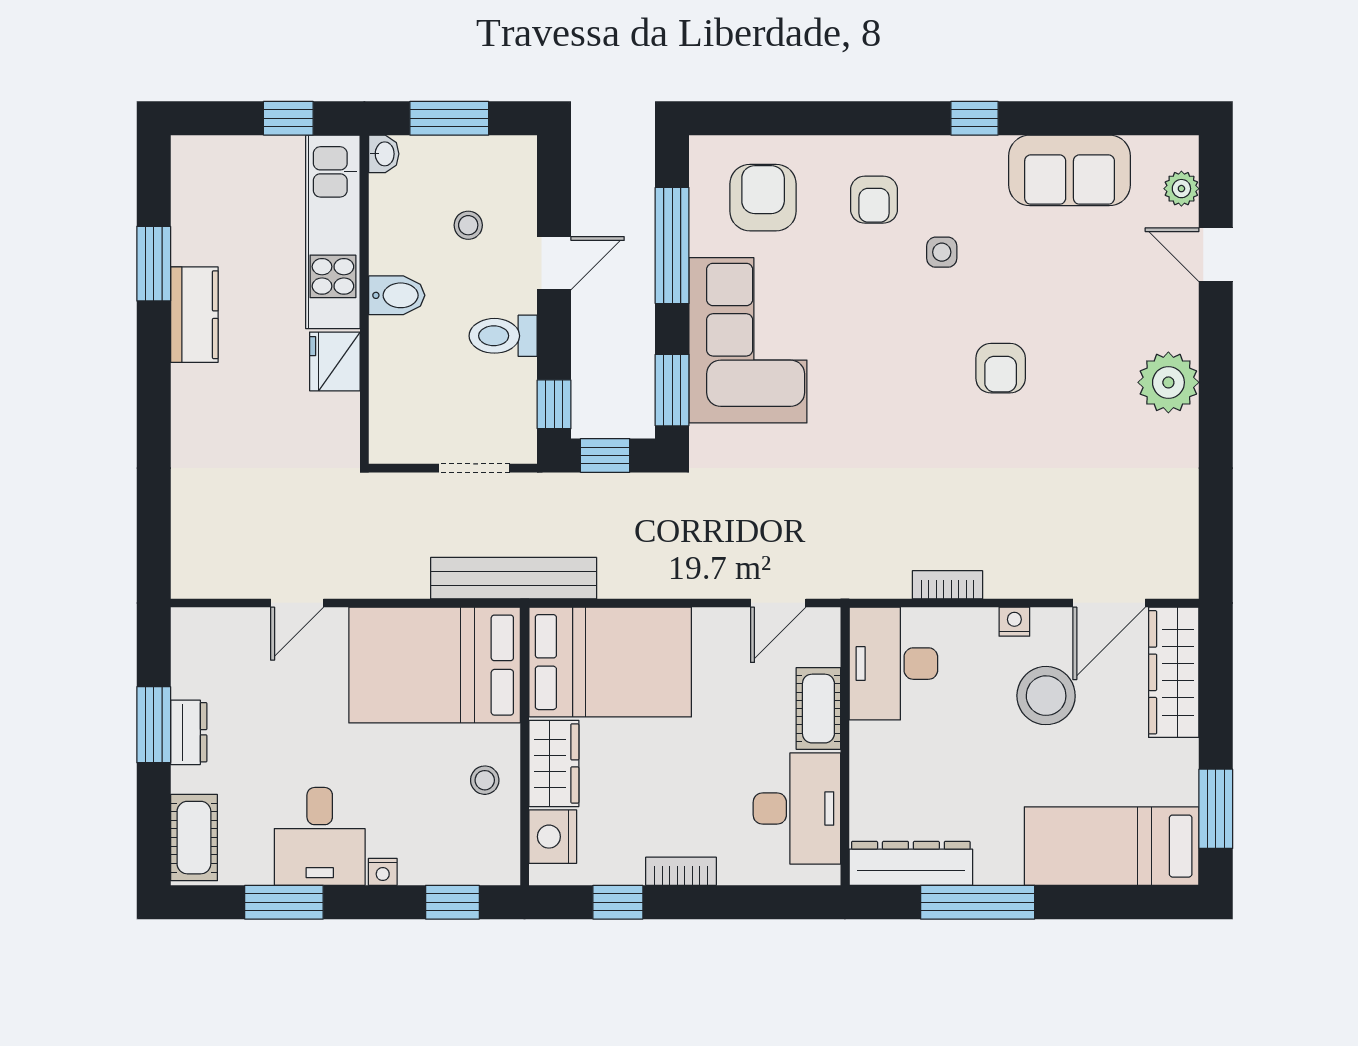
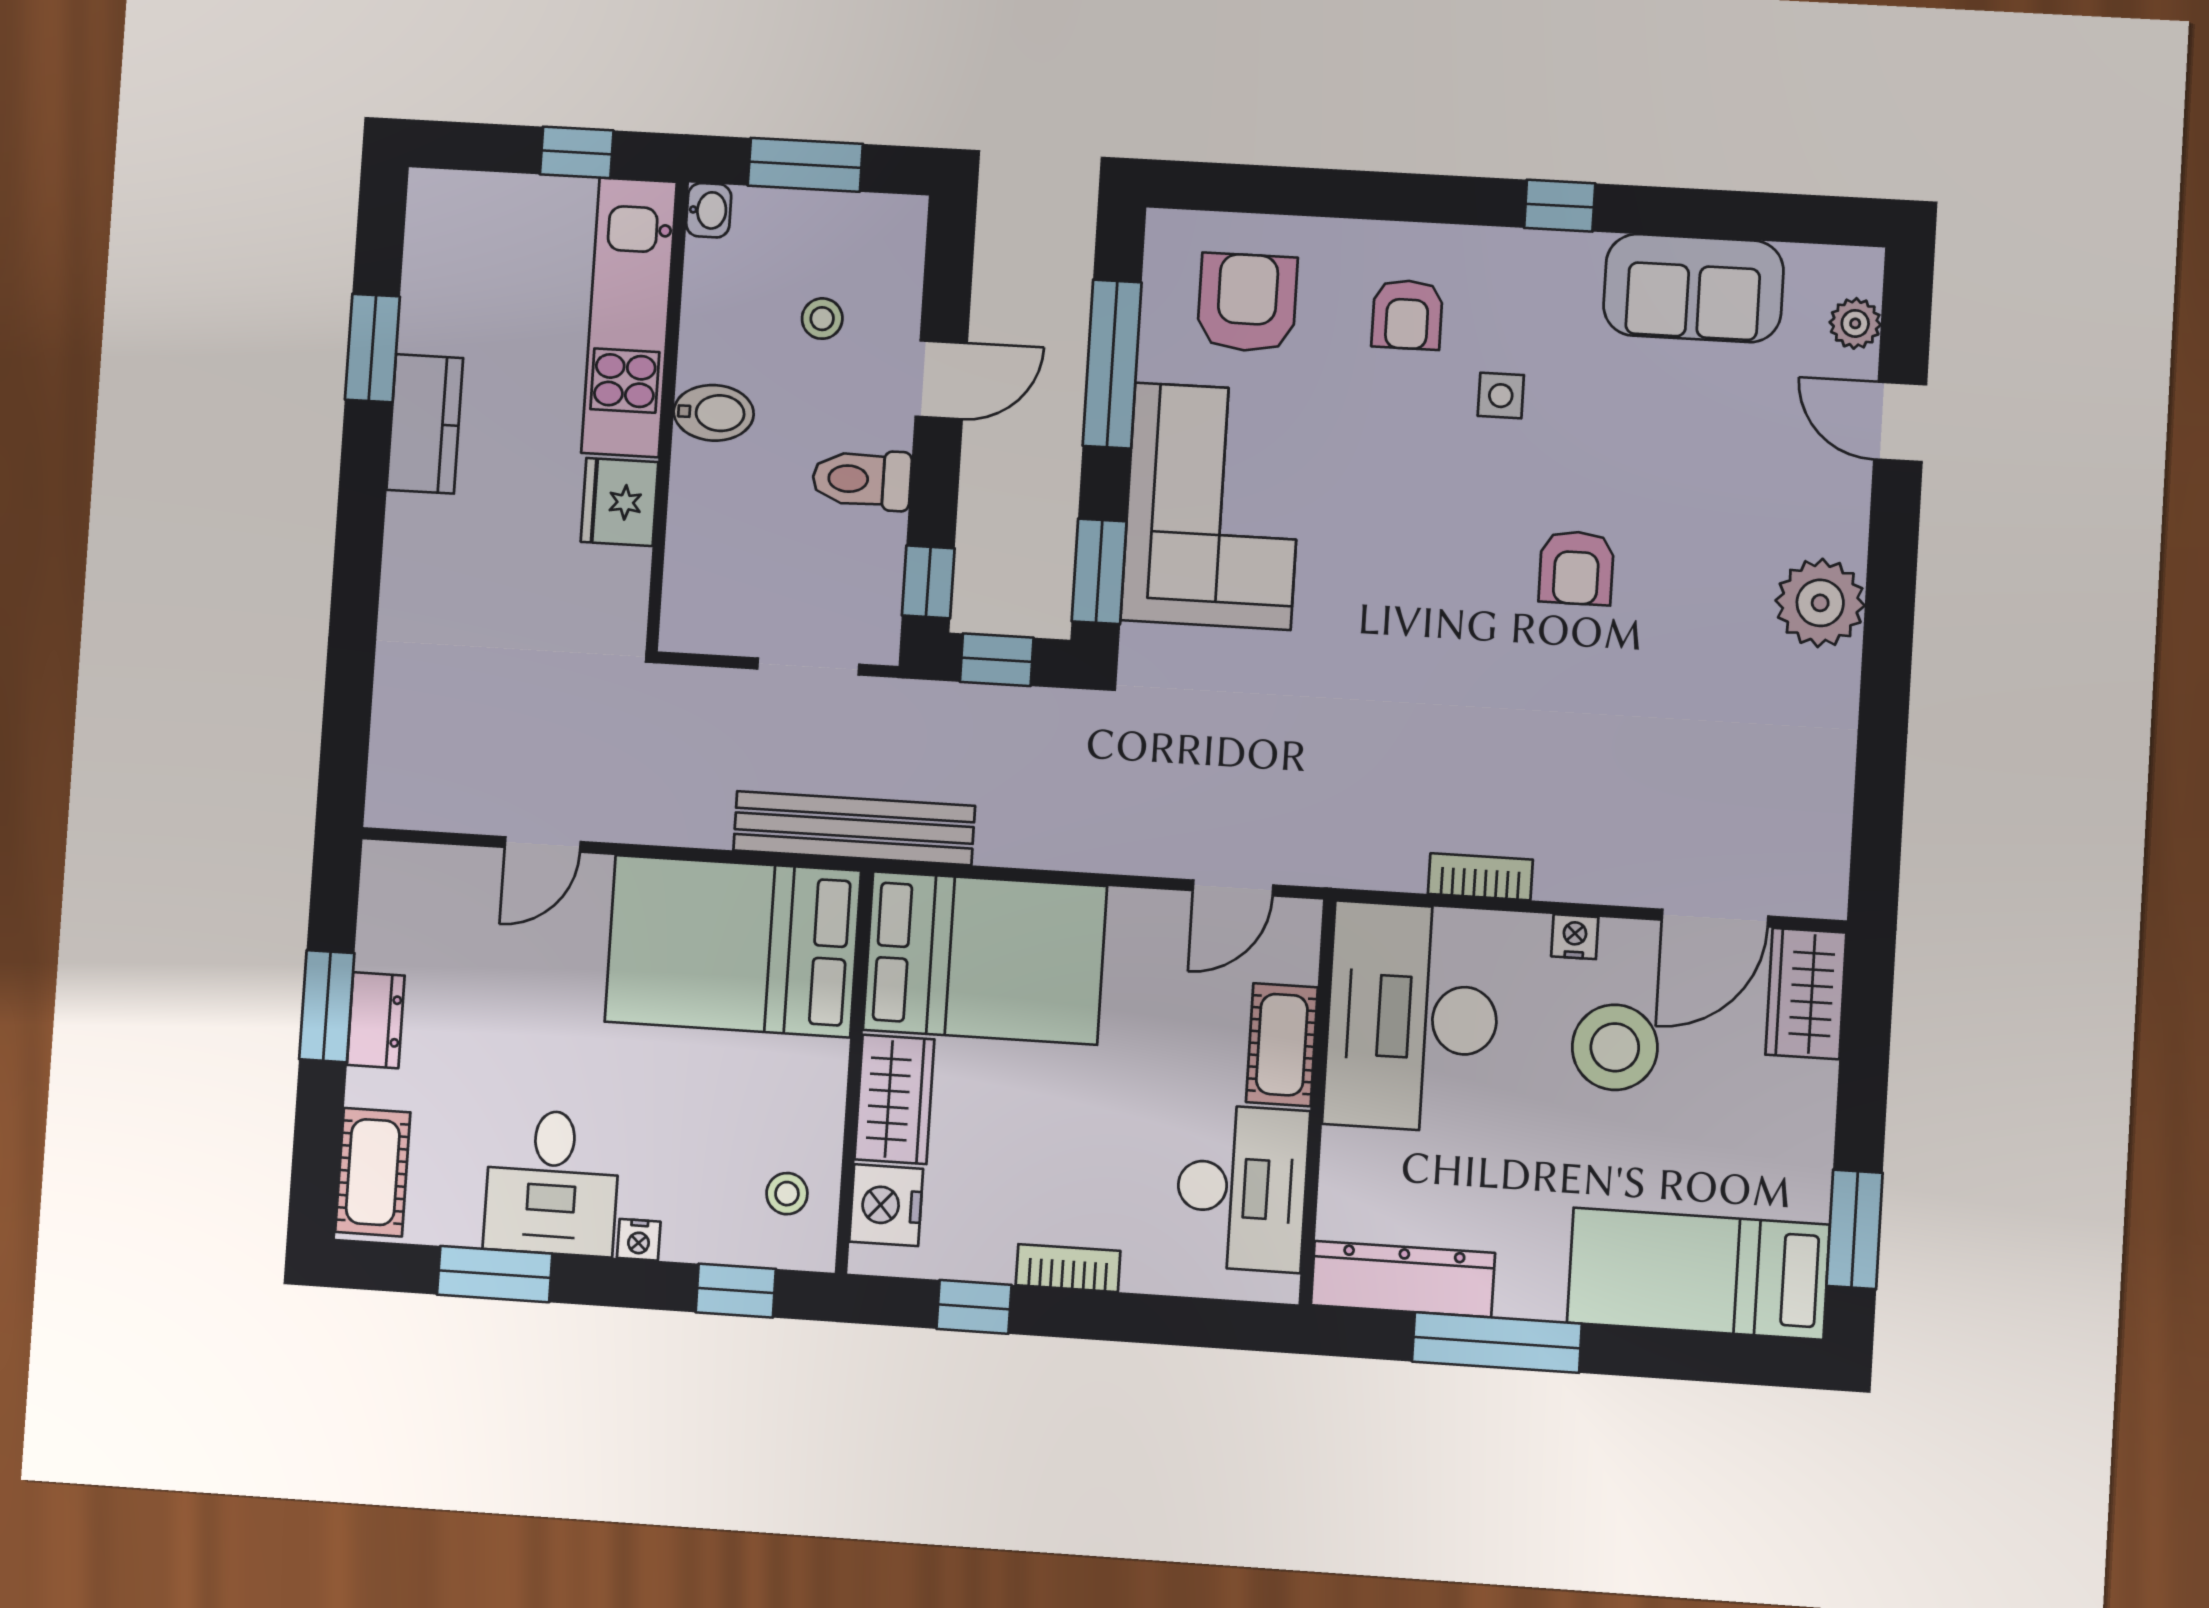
desk: (893, 664) -> (1412, 1017), width x1.36, depth x1.30
wardrobe: (1174, 672) -> (1806, 994), width x0.67
stool: (485, 780) -> (787, 1194), moved

